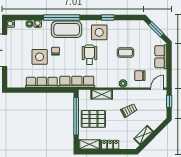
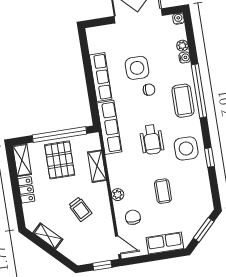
coffee table: (67, 29) -> (183, 101), width x0.73, depth x0.76
wheelchair: (89, 55) -> (152, 139), turned 90

